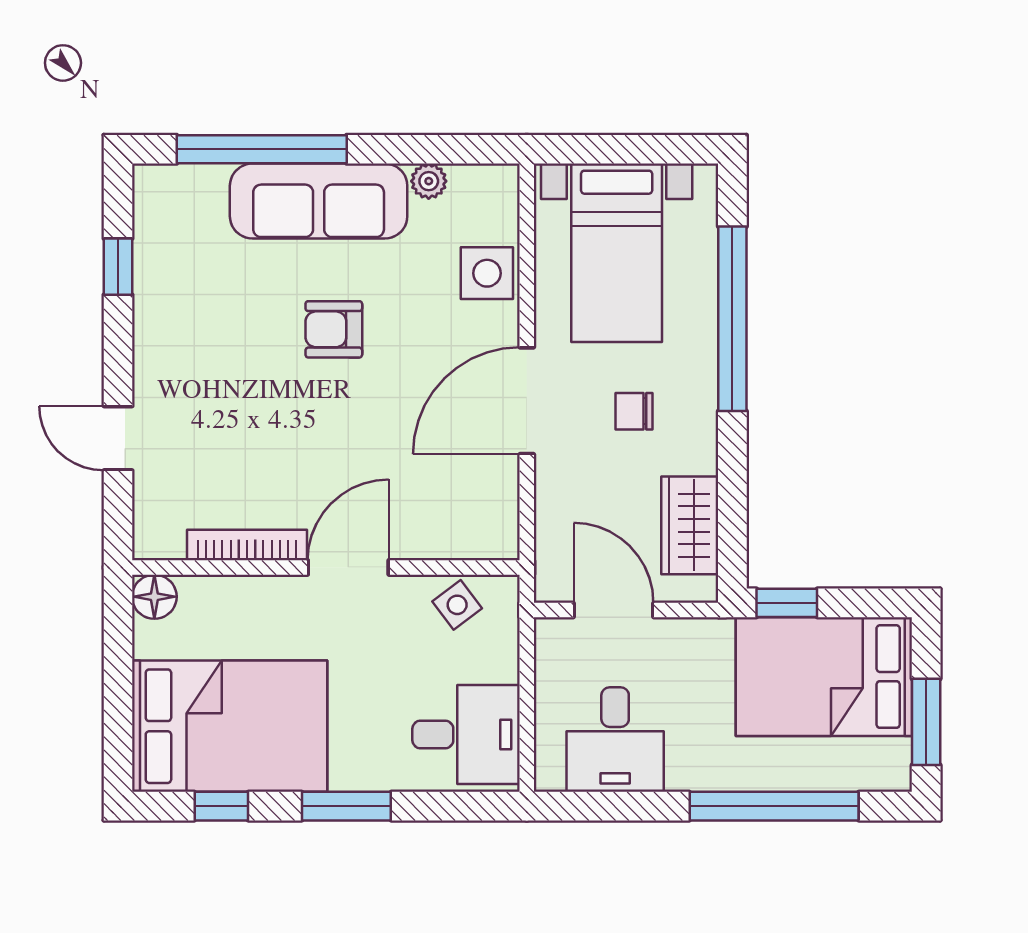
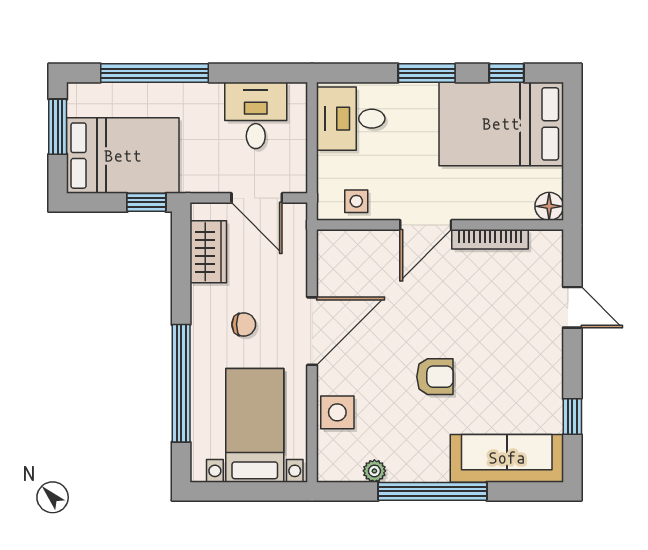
window: (262, 149) -> (432, 491), moved
sofa: (319, 201) -> (507, 458), moved
side table: (457, 605) -> (356, 201), turned 37

